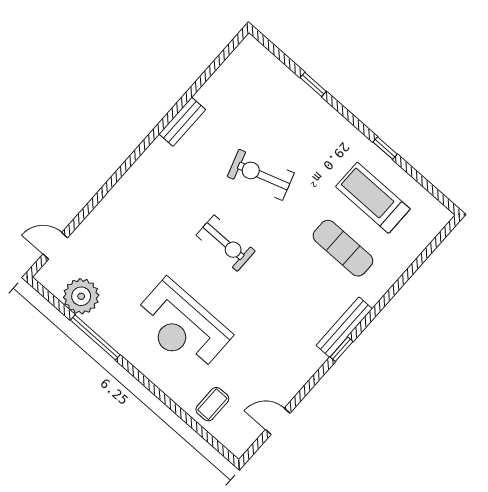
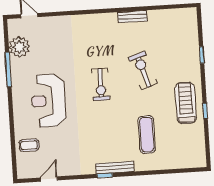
treadmill: (373, 198) -> (186, 103), moved
door: (278, 421) -> (49, 179), hinge flipped

